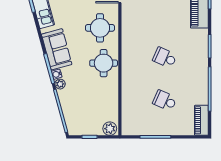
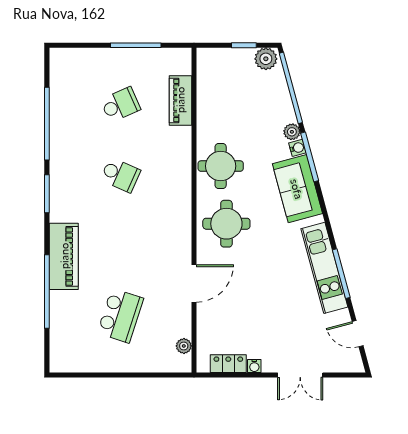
school desk: (165, 101) -> (120, 105), turned -48
piano: (201, 120) -> (180, 100), moved, turned 180
plant: (110, 129) -> (266, 59), moved

